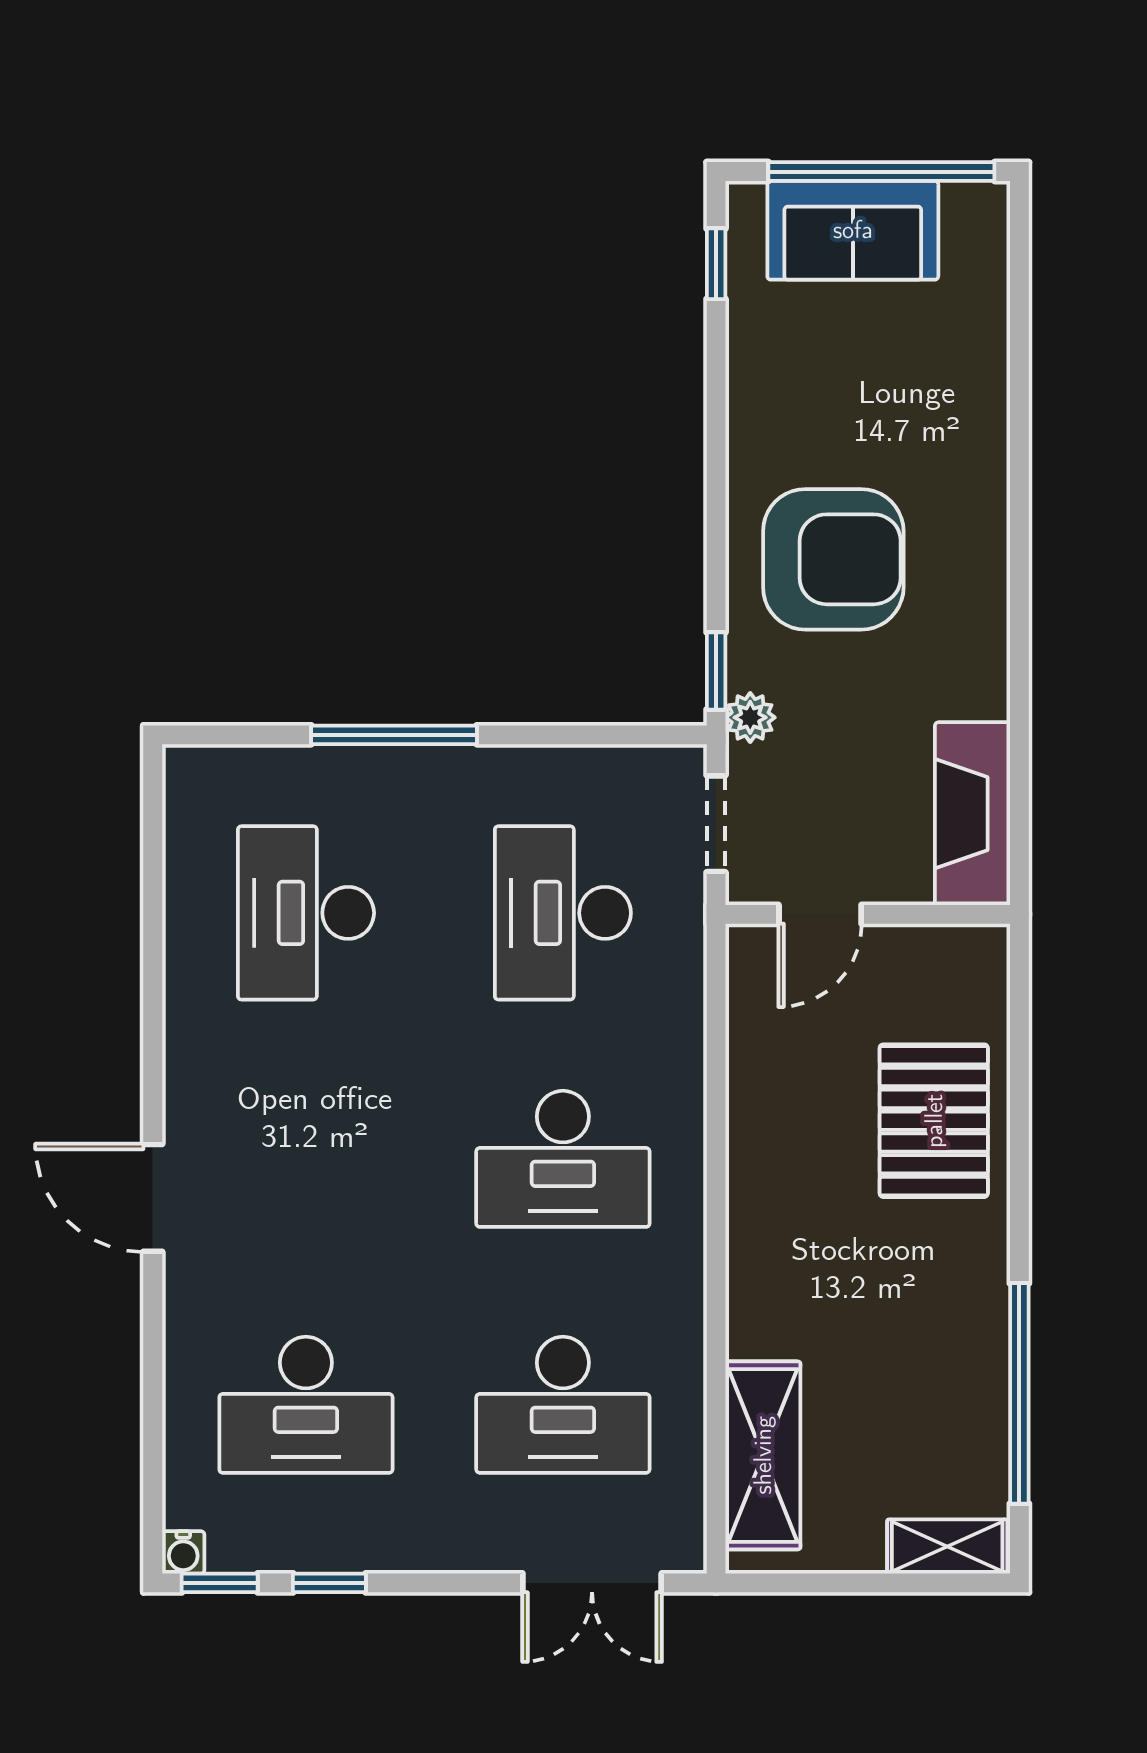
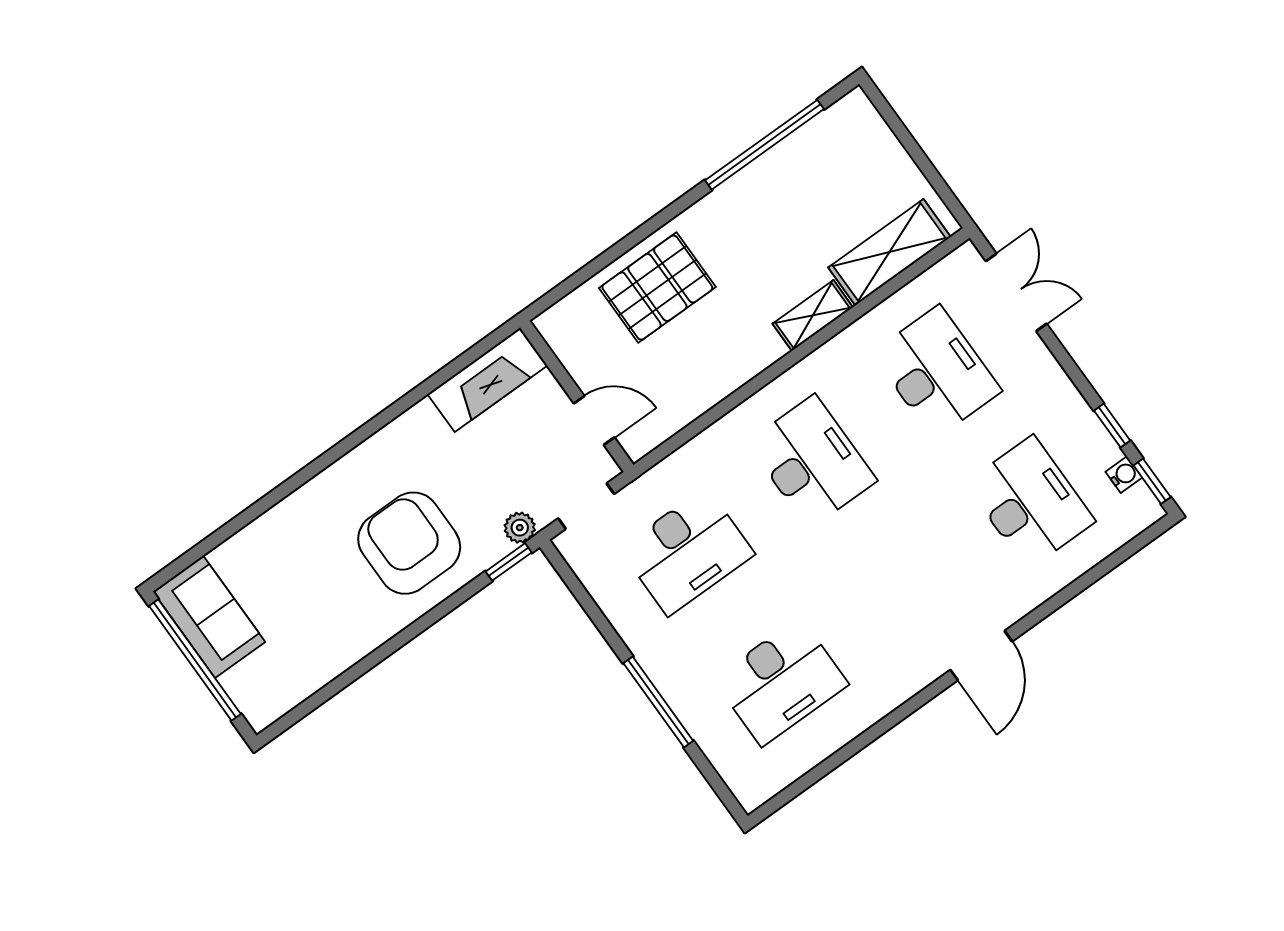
sofa: (853, 230) -> (209, 617), moved
window: (716, 264) -> (302, 710), removed
shelving: (947, 1547) -> (813, 315), moved, turned 90
water cooler: (183, 1552) -> (1124, 475), moved

